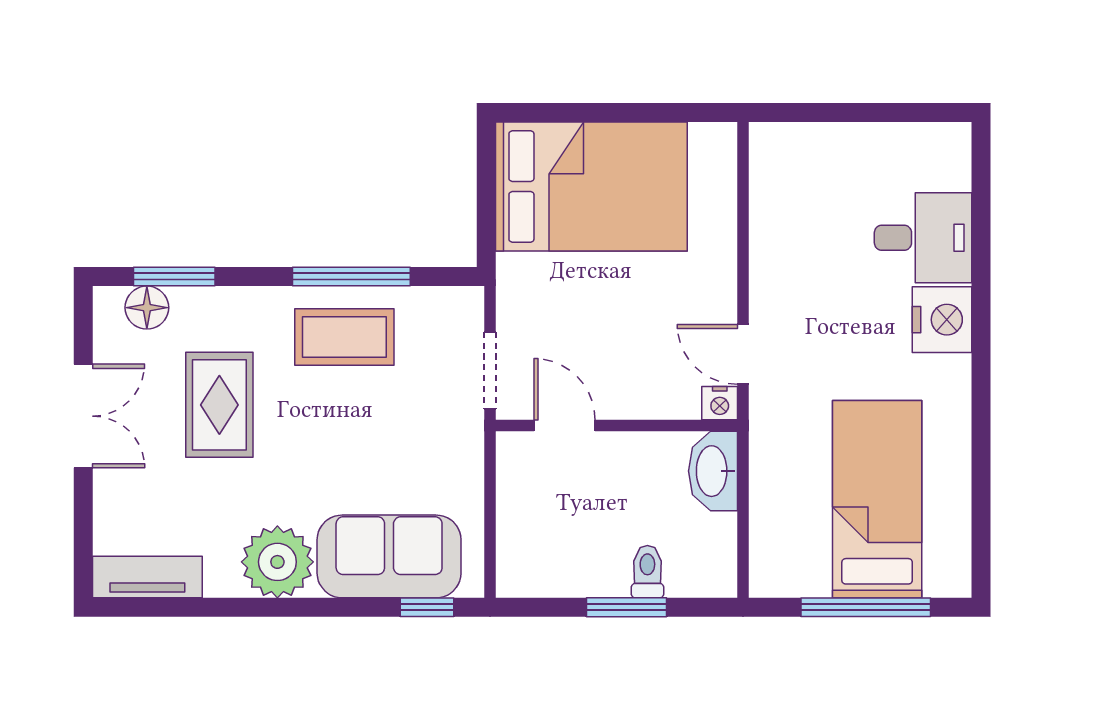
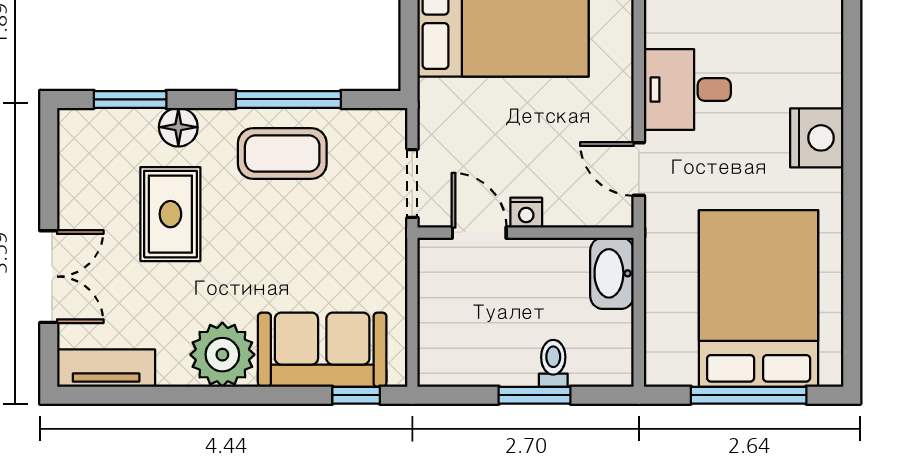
desk: (923, 238) -> (687, 90), moved, turned 180
floor lamp: (147, 308) -> (178, 127), moved
nightstand: (720, 403) -> (526, 213), moved
double door: (83, 416) -> (49, 277), moved
bed: (877, 499) -> (759, 299), width x1.50

